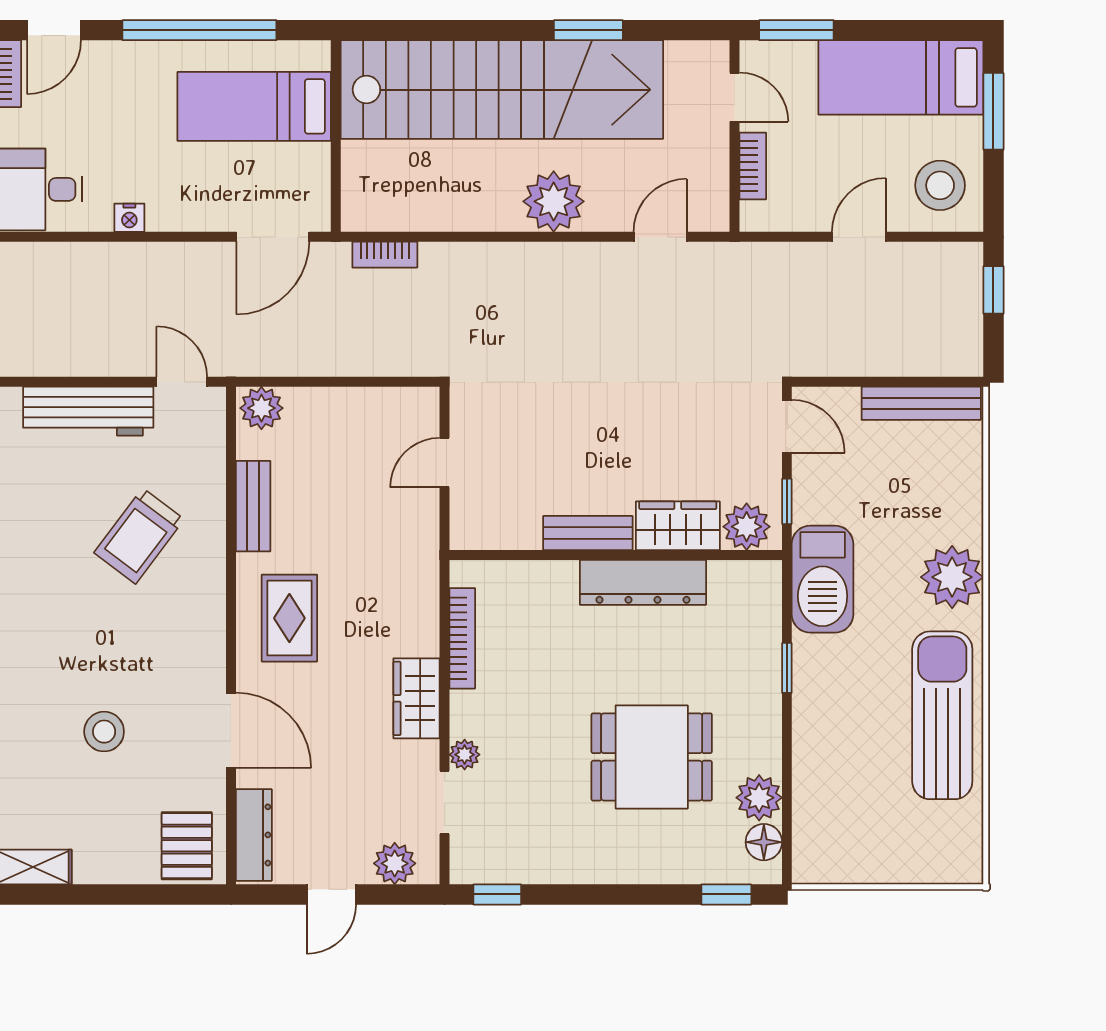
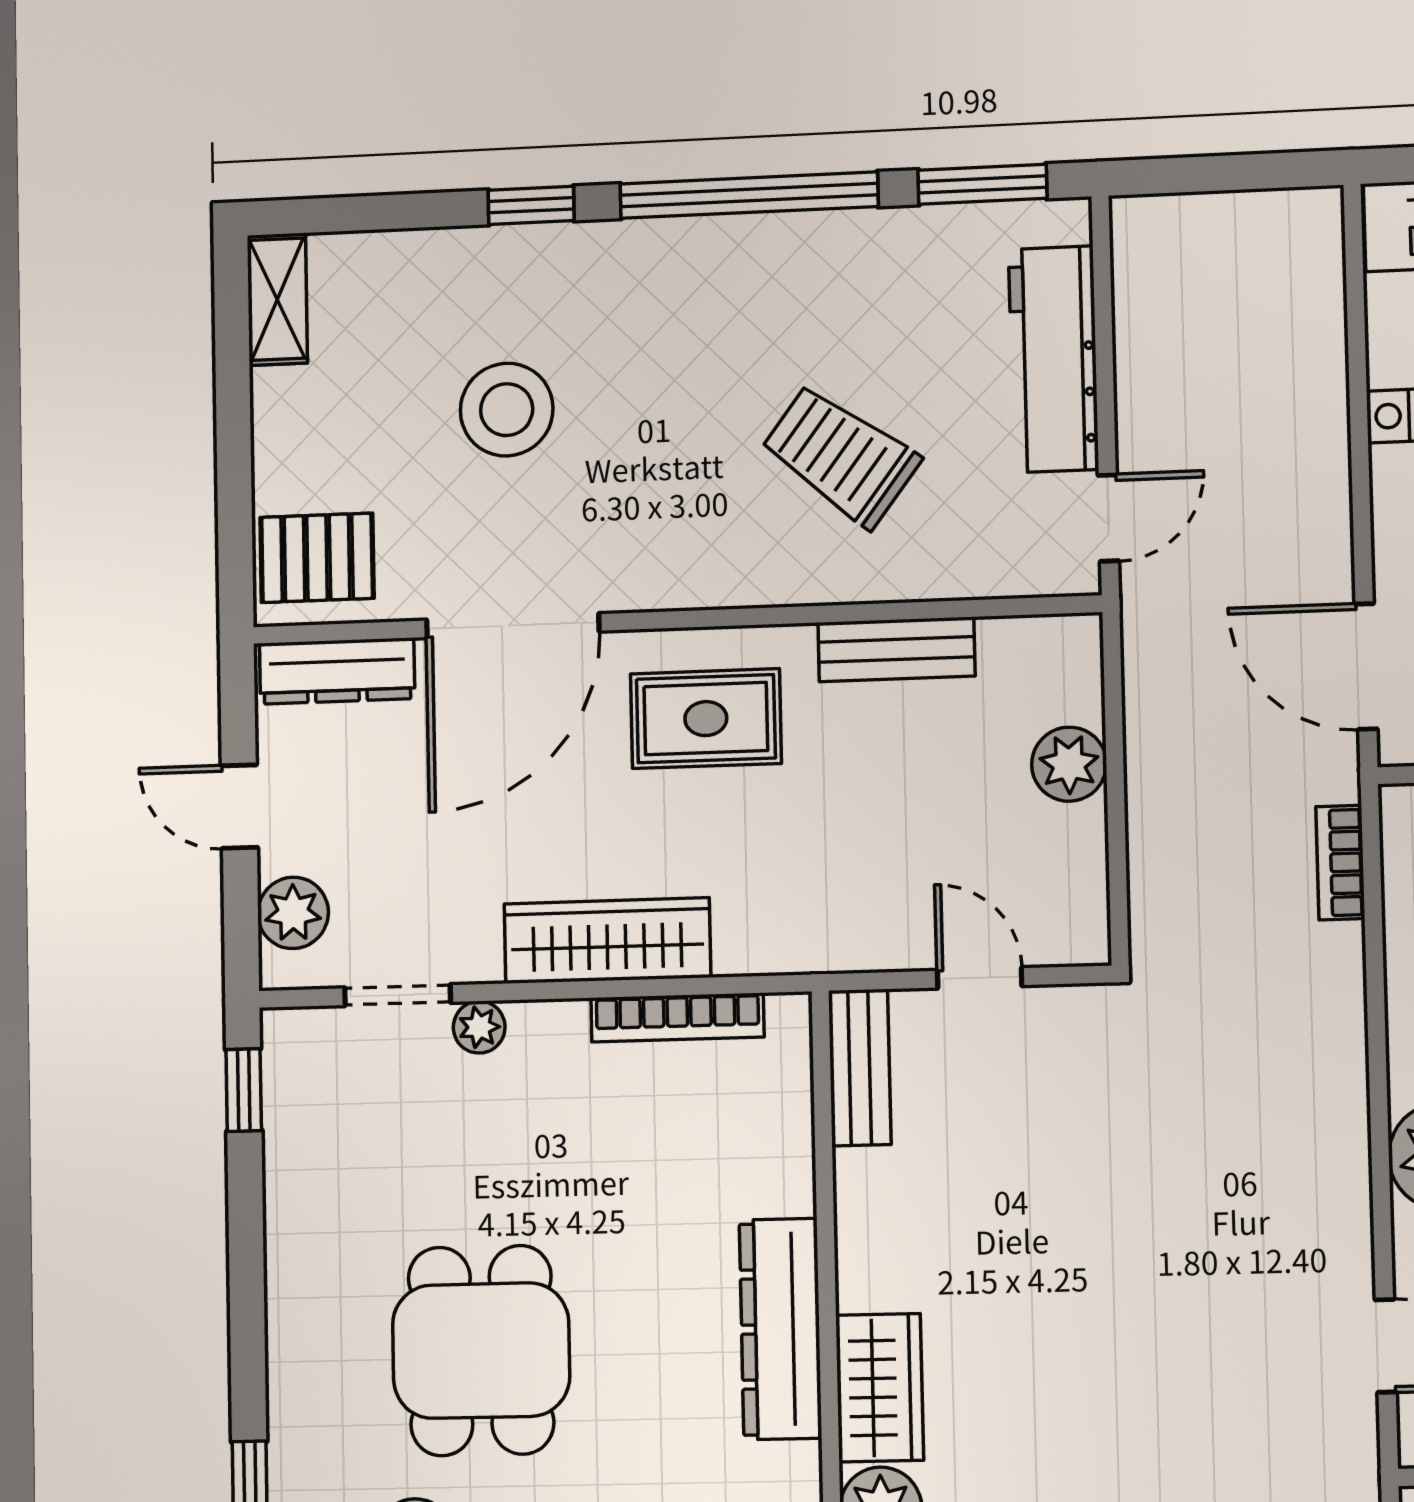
plant: (261, 408) -> (1069, 764), moved
bench: (588, 533) -> (860, 1068), moved
wardrobe: (416, 698) -> (607, 941), width x1.50
door: (231, 730) -> (513, 626), width x1.36
stool: (104, 732) -> (507, 410), width x1.38, depth x1.38

